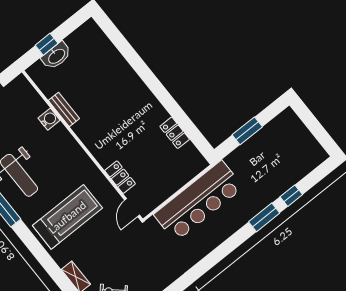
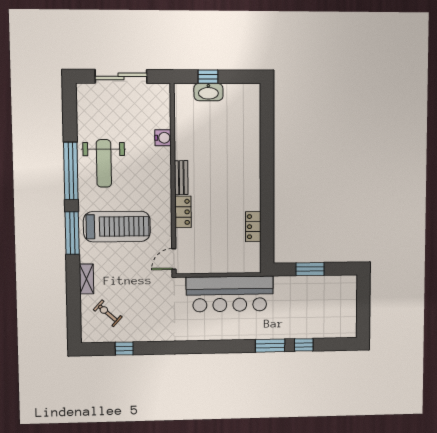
bench: (64, 109) -> (181, 178), moved
locker: (120, 177) -> (183, 212), moved
window: (37, 249) -> (72, 233), added

